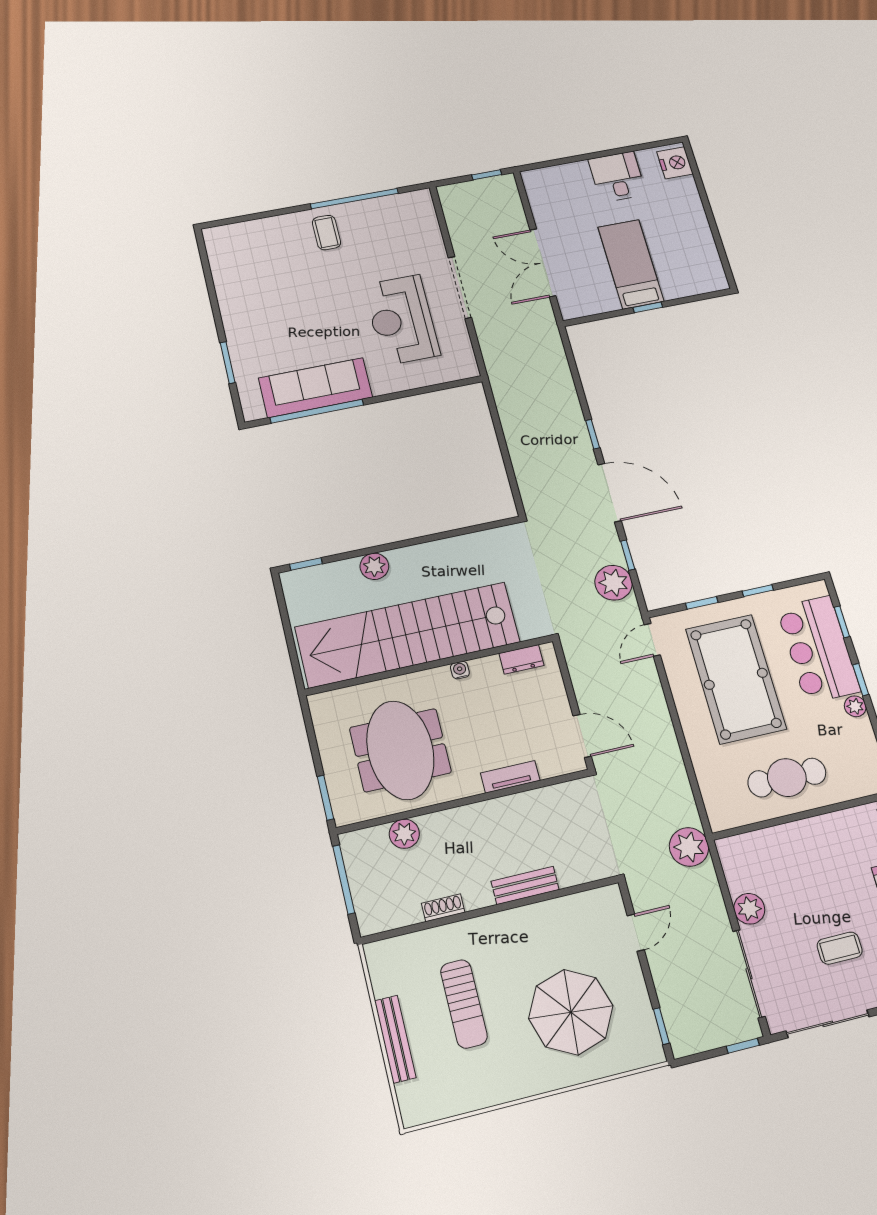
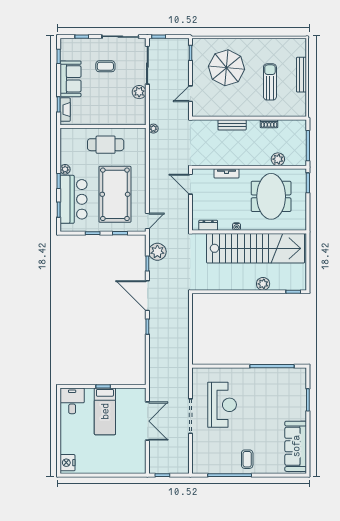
desk: (617, 177) -> (72, 401), moved, turned 180
sofa: (316, 388) -> (296, 446), moved, turned 90
plant: (689, 847) -> (153, 129), width x0.53, depth x0.53

